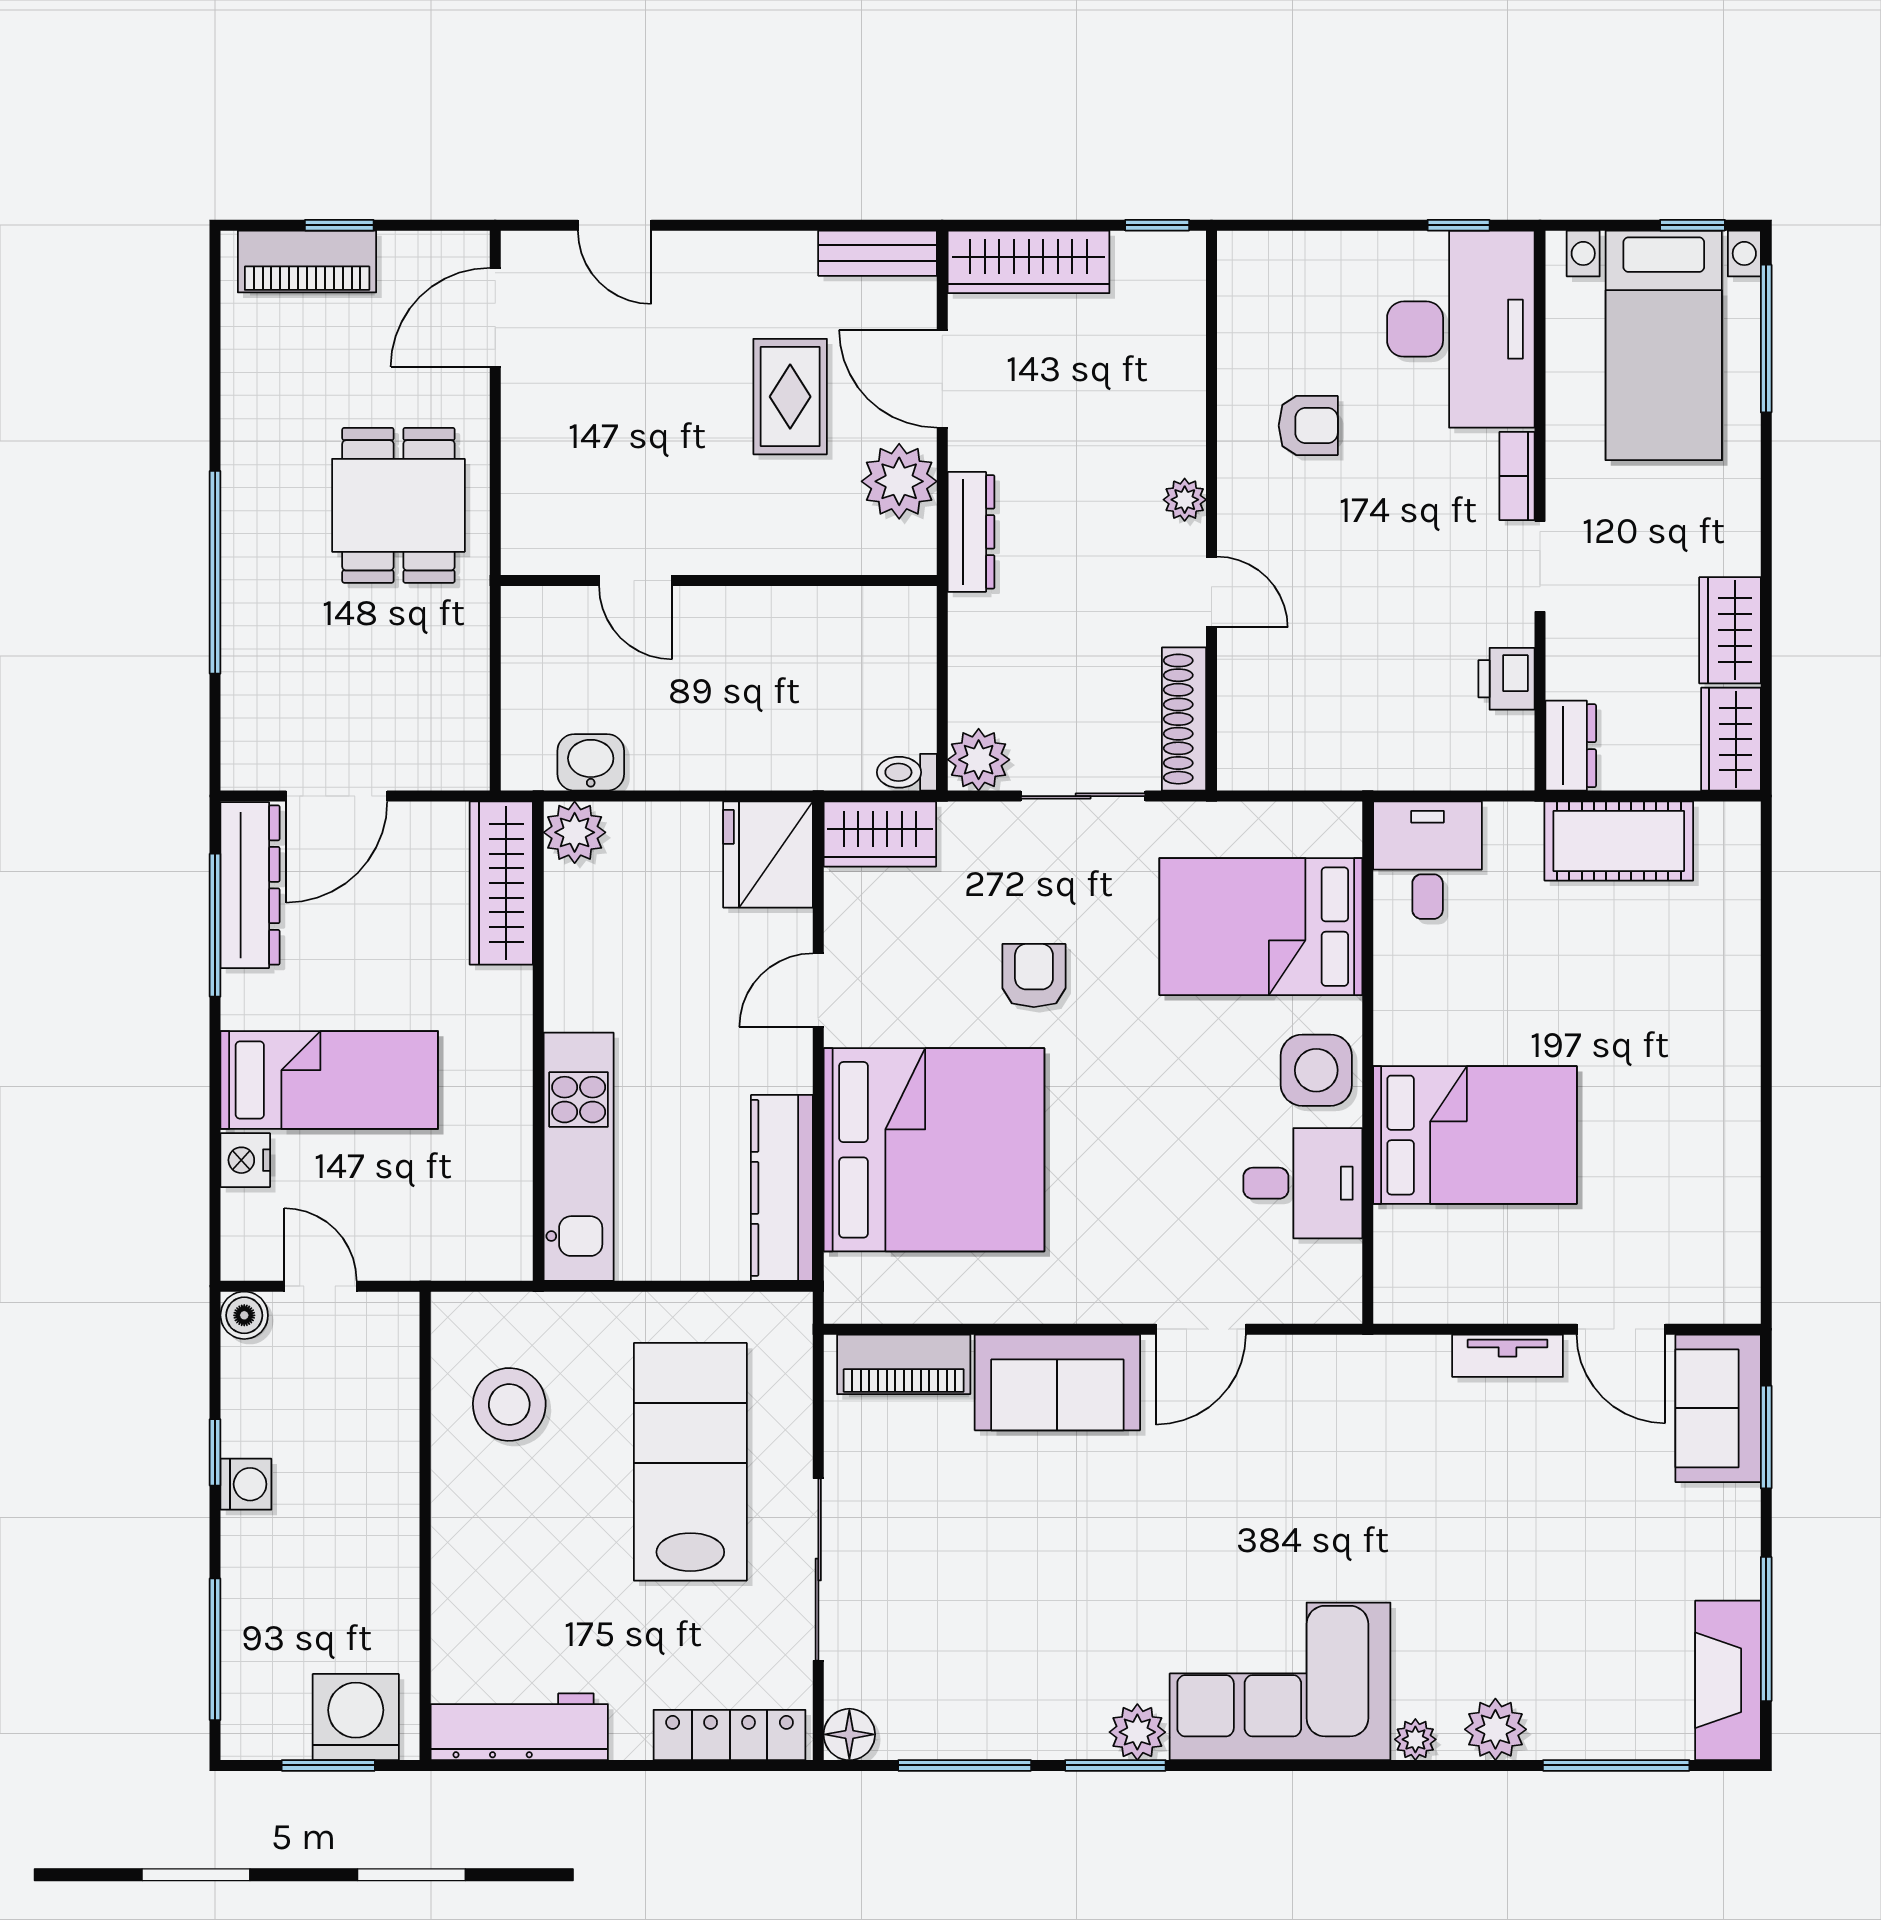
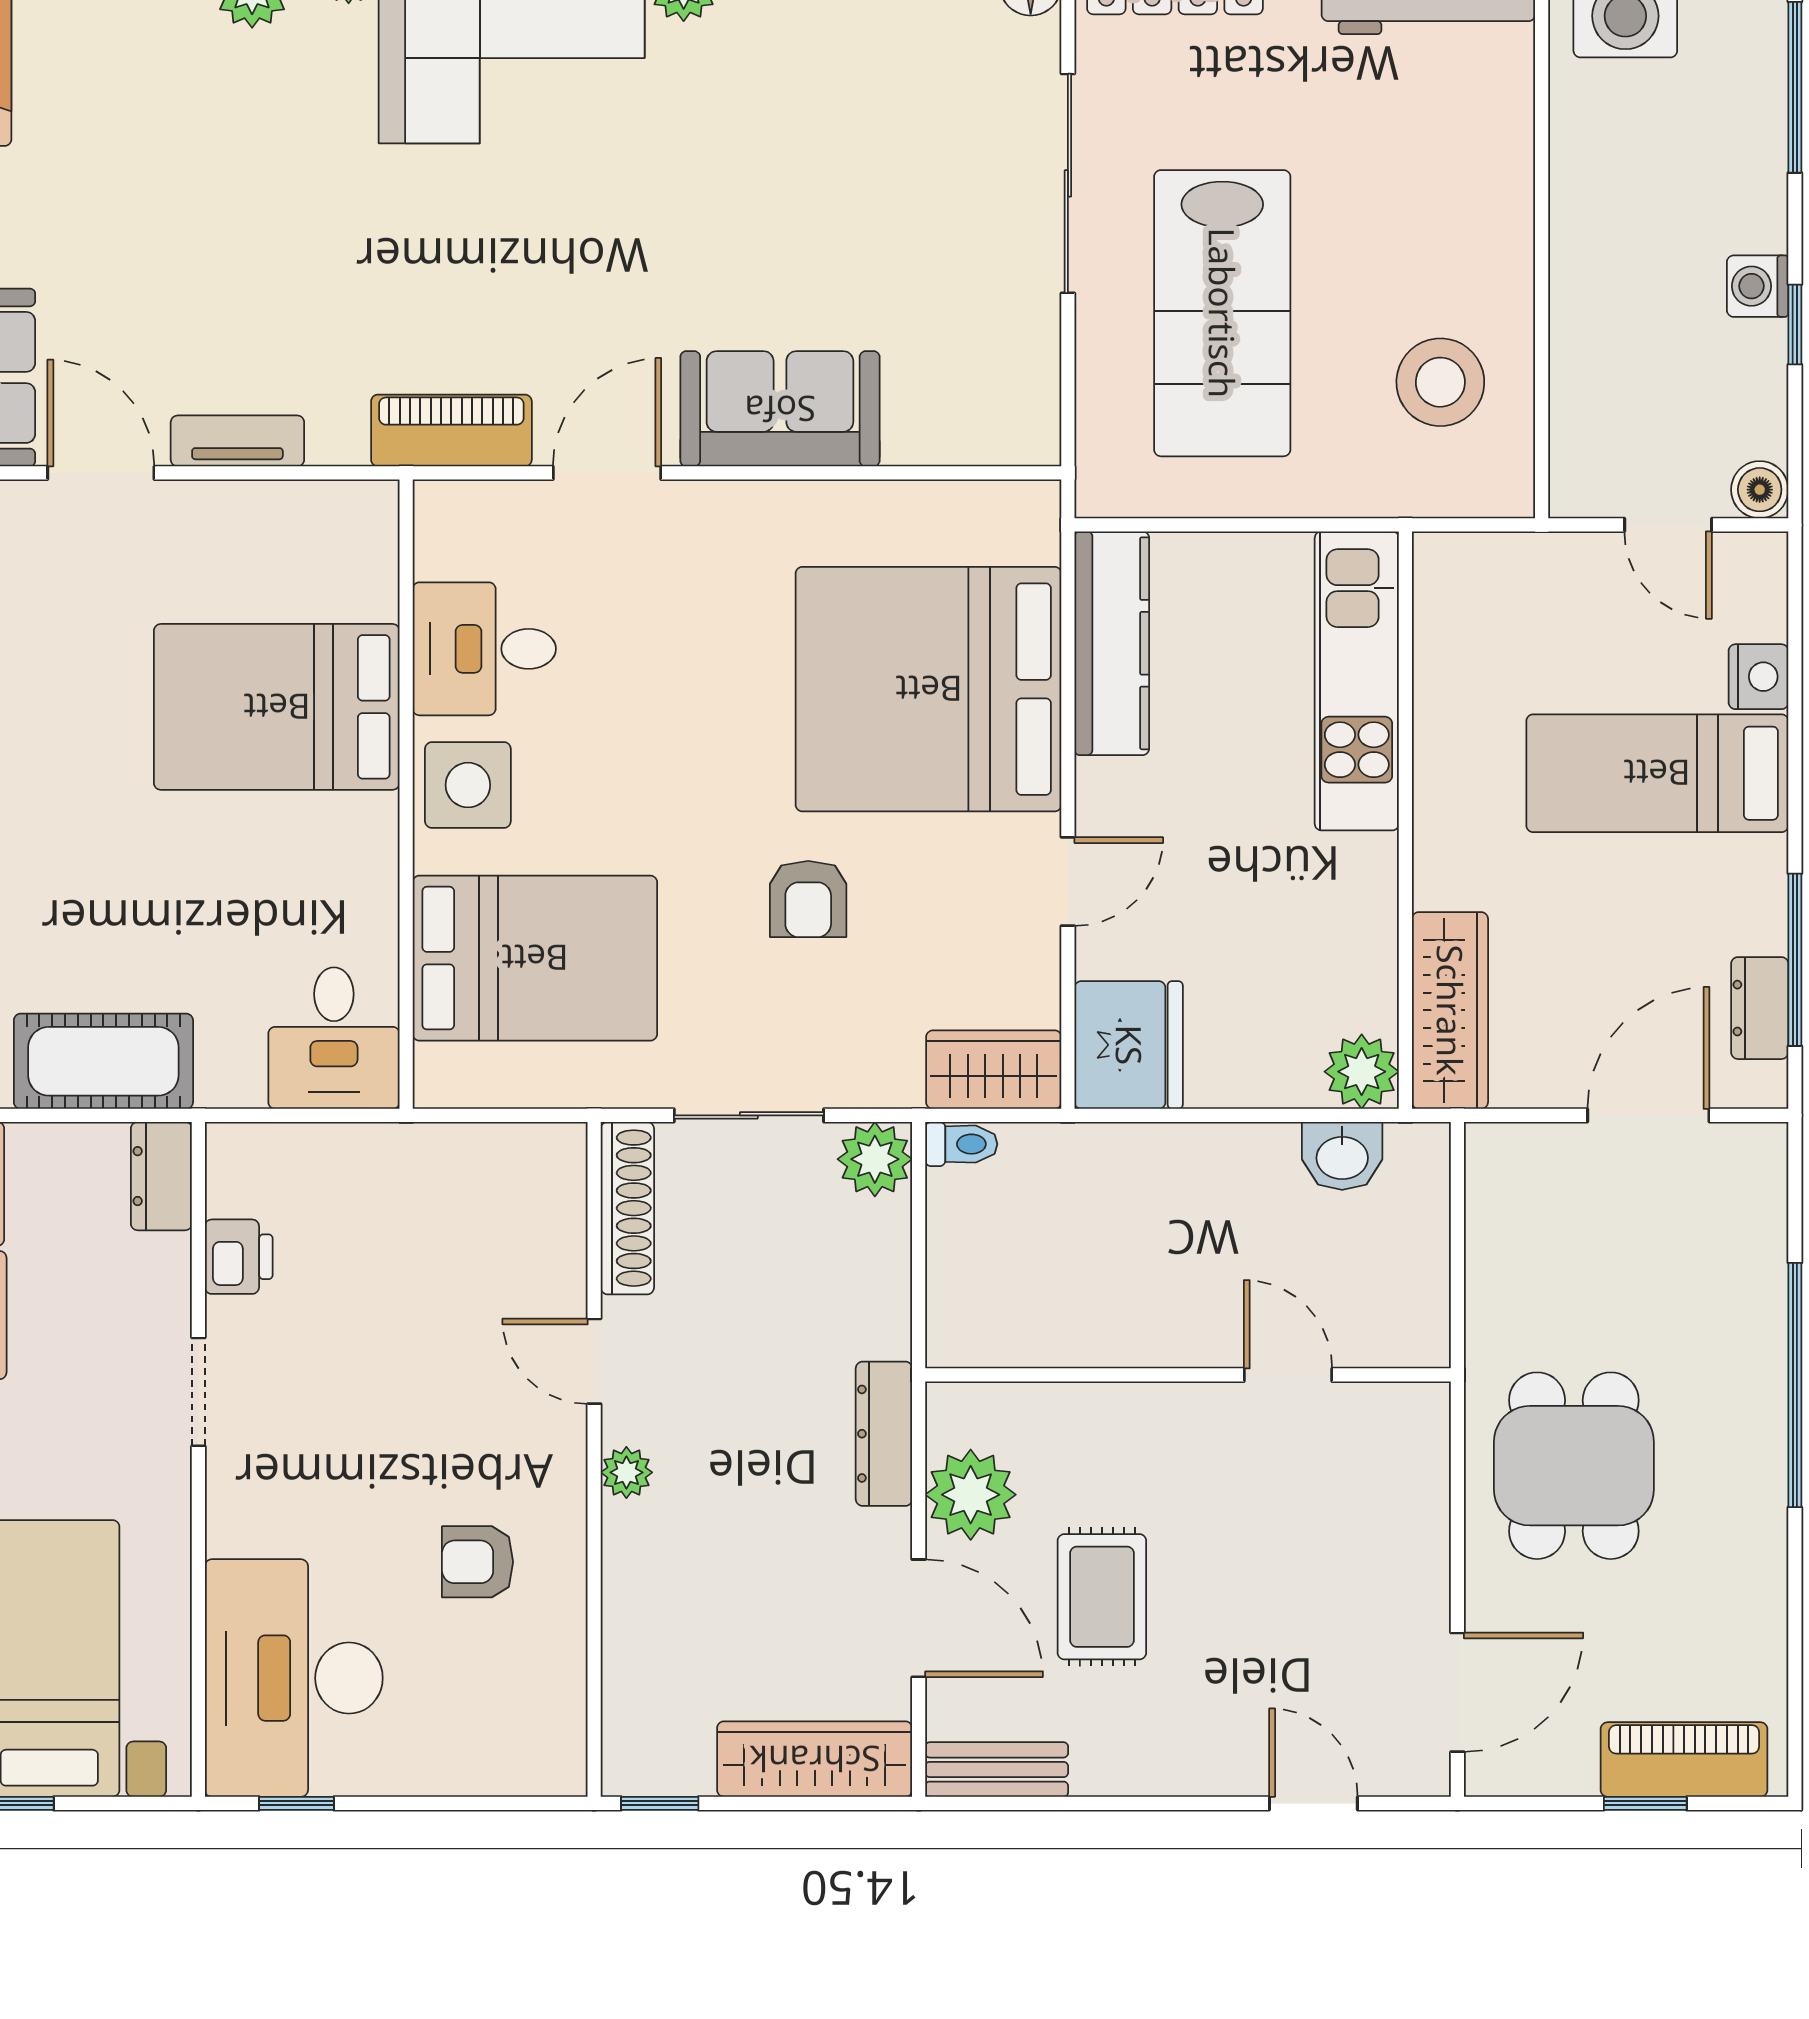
bookcase: (1517, 476) -> (226, 1501), removed
dresser: (250, 885) -> (1760, 1008), width x0.51, depth x0.80
piano: (904, 1364) -> (451, 430), moved

